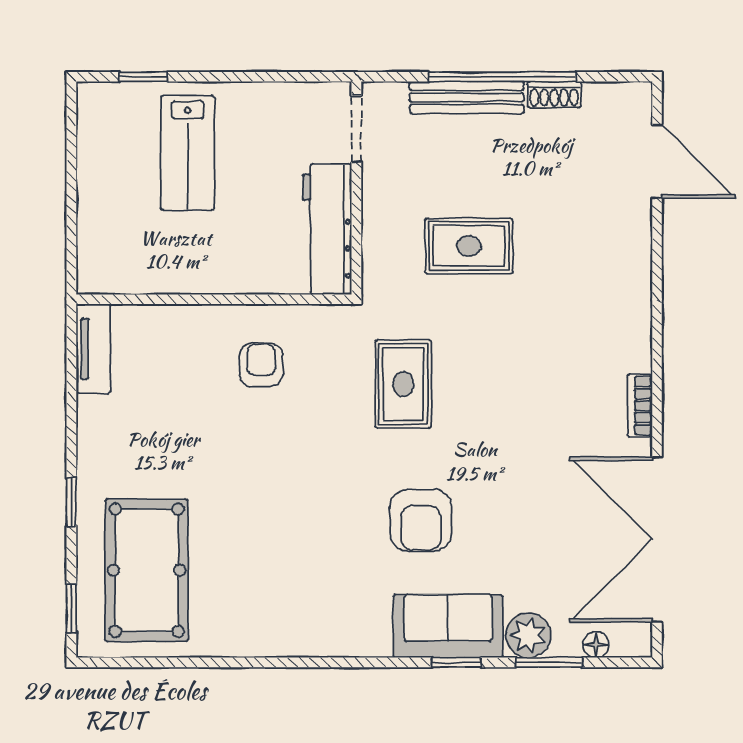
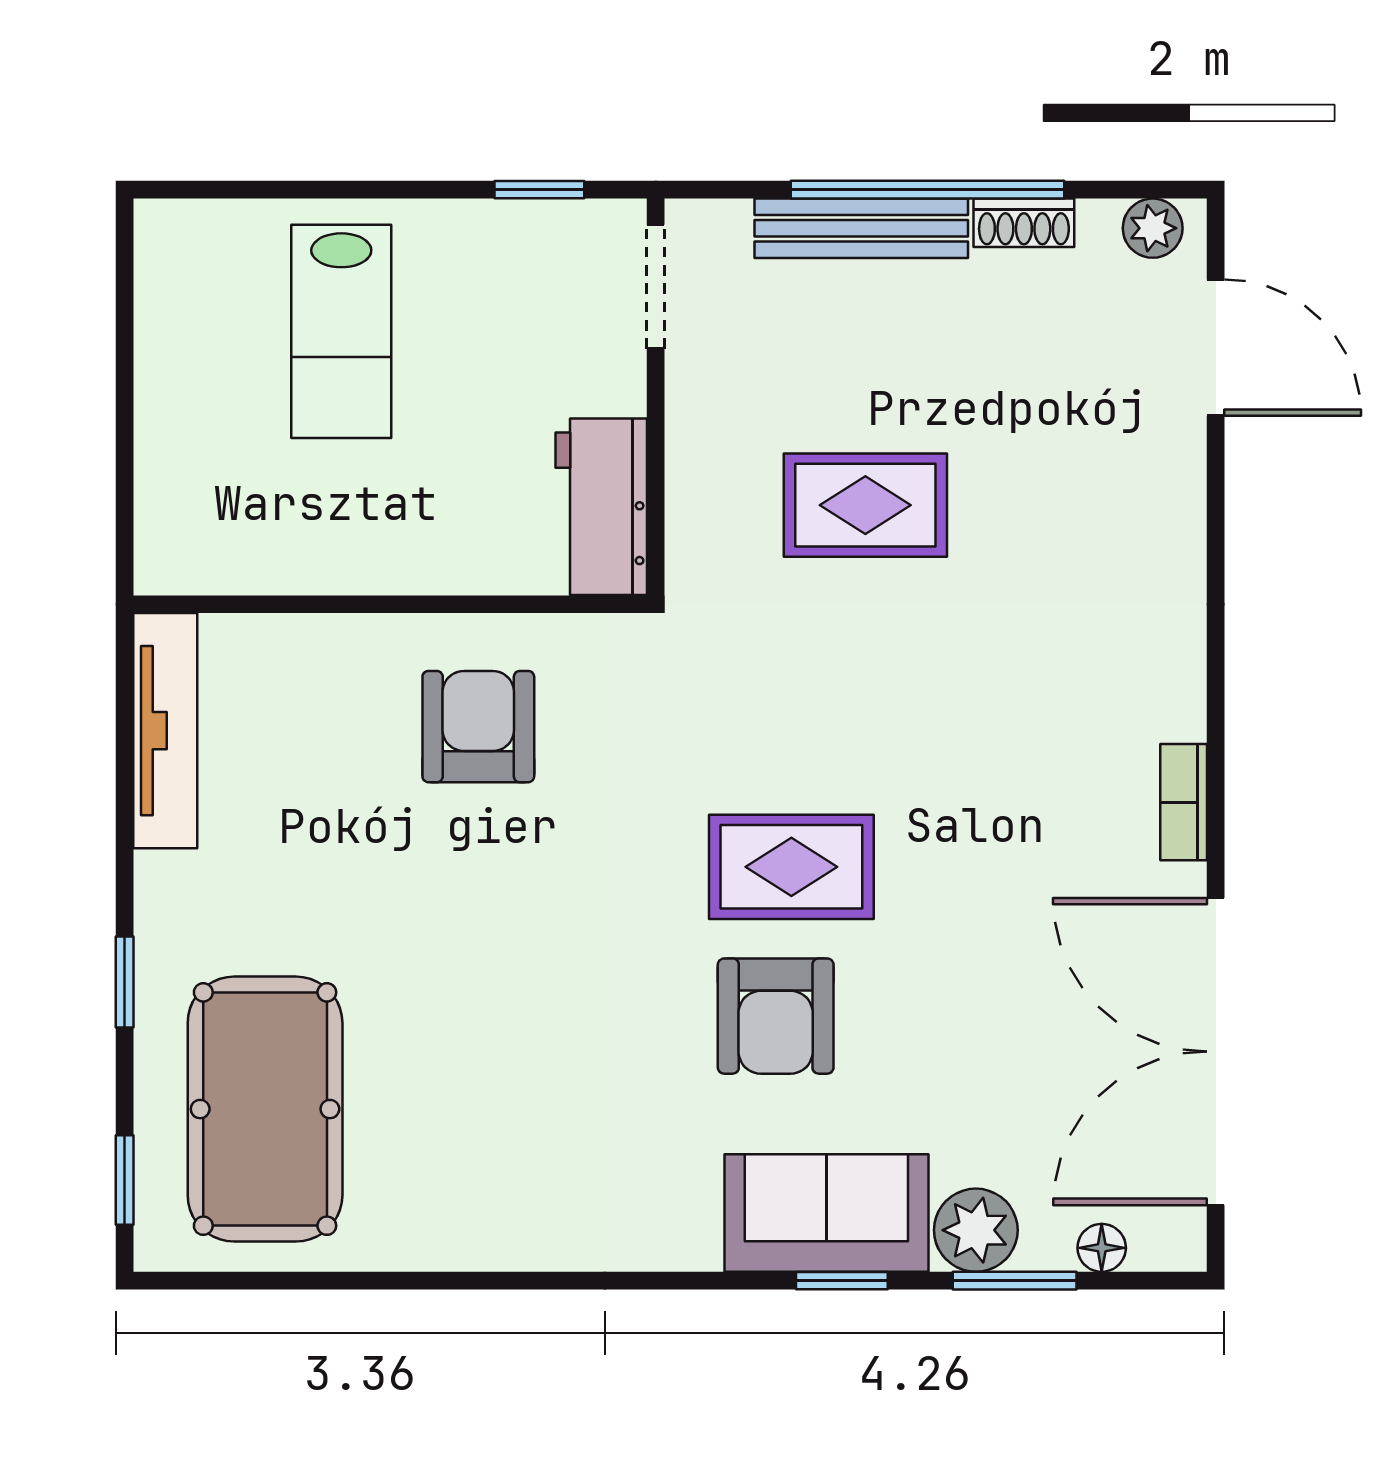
window: (143, 77) -> (539, 190), moved
plant: (623, 97) -> (1153, 228), added
workbench: (327, 229) -> (601, 507), width x0.73
tv unit: (93, 349) -> (165, 731), width x1.41
armchair: (261, 365) -> (478, 727), width x1.38, depth x1.38
rug: (403, 384) -> (791, 867), moved, turned 90

